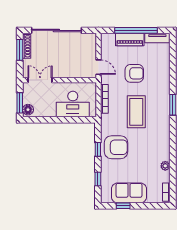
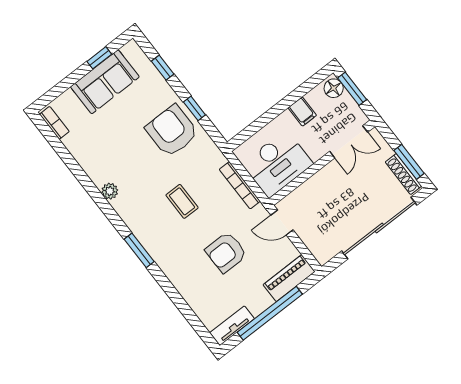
piano: (130, 40) -> (289, 278), moved
desk: (73, 104) -> (277, 164), moved, turned 180
filing cabinet: (50, 110) -> (302, 112), added
coffee table: (136, 112) -> (182, 201), width x0.54, depth x0.58
armchair: (116, 147) -> (172, 131), turned 90
plant: (165, 166) -> (110, 191), moved

